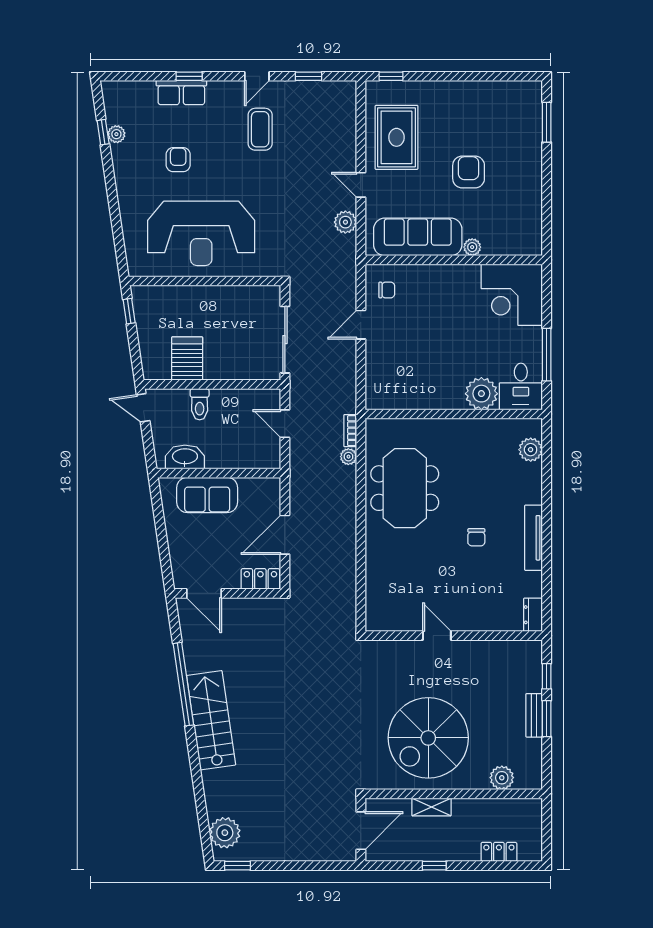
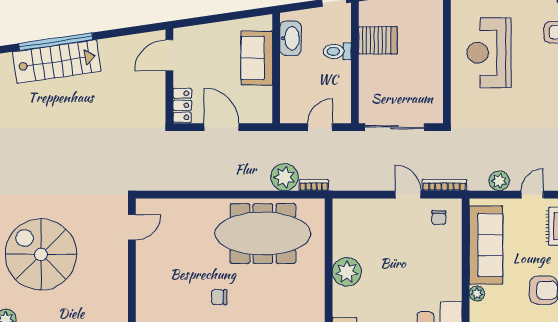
reception desk: (201, 233) -> (489, 53), width x0.74, depth x0.77
bookcase: (350, 284) -> (444, 185), added
plant: (481, 394) -> (347, 272), moved
plant: (348, 457) -> (284, 177), width x1.87, depth x1.87
meeting table: (405, 488) -> (263, 234), width x1.36
door: (437, 636) -> (132, 227), moved
window: (183, 684) -> (56, 42), moved

